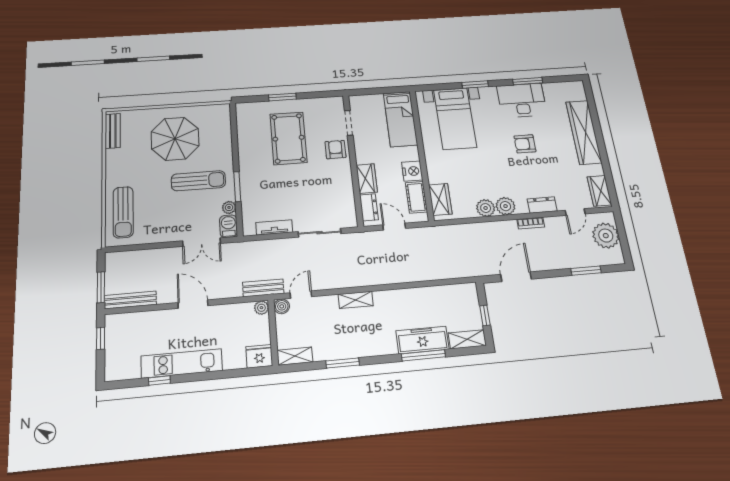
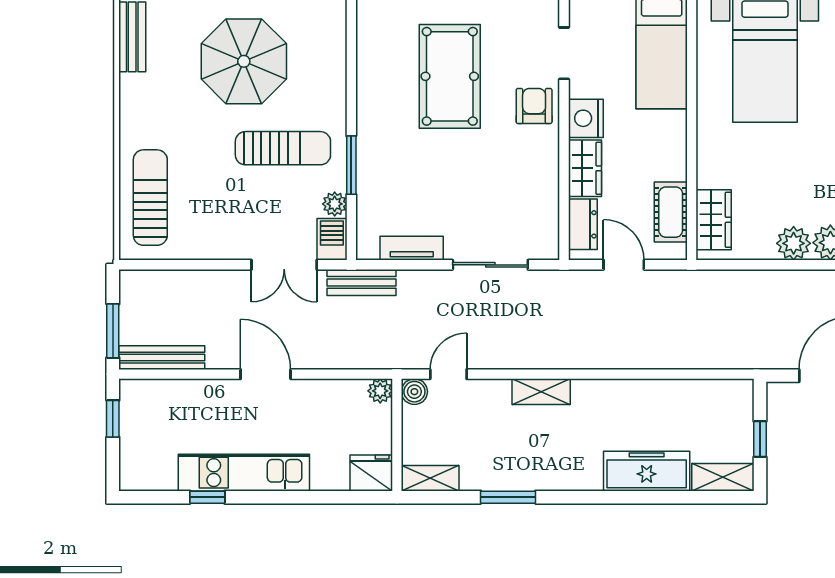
nightstand: (412, 171) -> (586, 118), moved, turned 180
sun lounger: (123, 212) -> (150, 198), turned 180
bench: (263, 288) -> (361, 282), moved
window: (423, 355) -> (645, 497), removed

